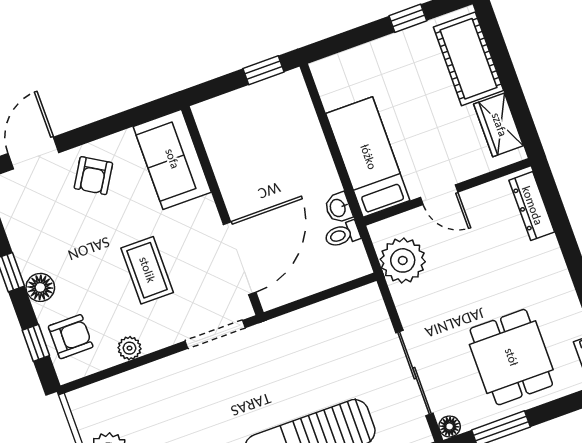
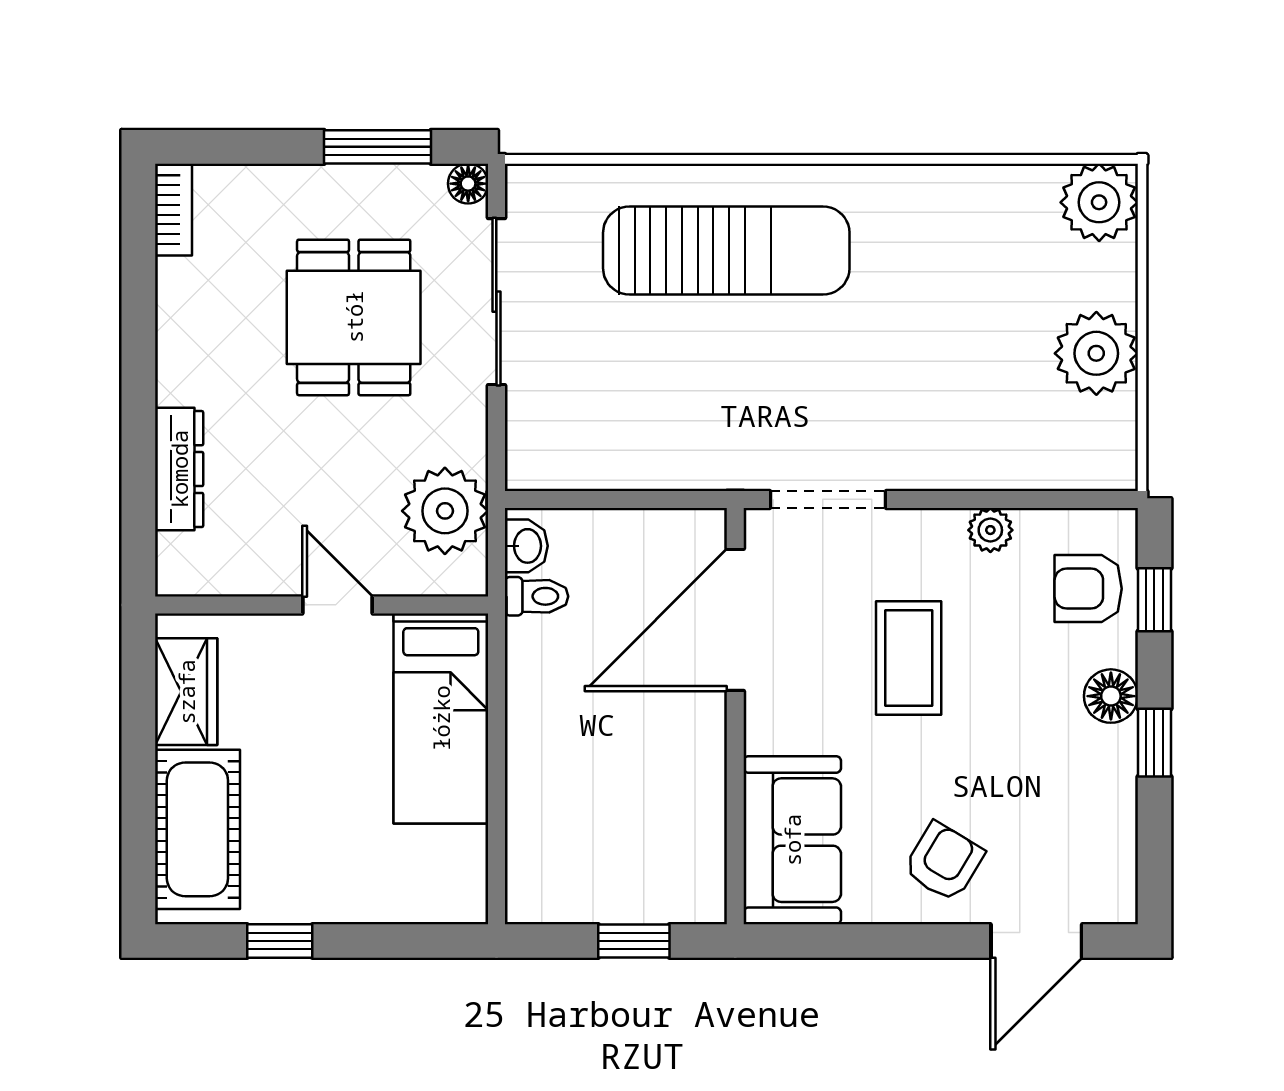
window: (263, 70) -> (634, 941), moved
dresser: (532, 206) -> (179, 469), moved
washbasin: (338, 208) -> (526, 546), moved
dining table: (511, 357) -> (354, 317), moved

